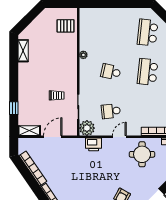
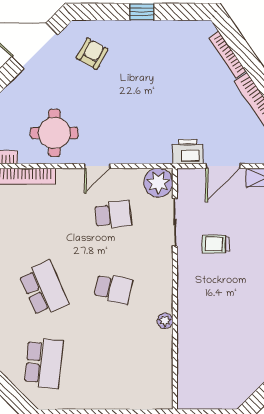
pallet: (66, 26) -> (199, 375), removed
school desk: (148, 72) -> (44, 289), turned -30
printer: (94, 144) -> (188, 152), moved

